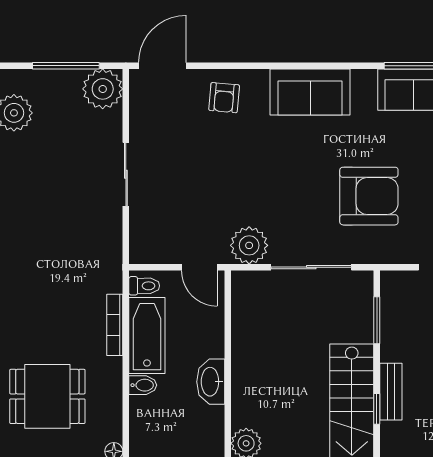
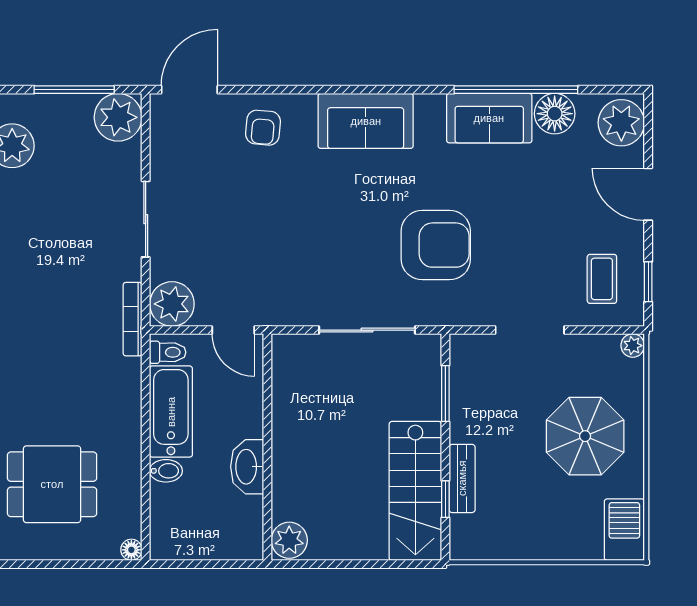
plant: (249, 245) -> (172, 304), moved
bookcase: (115, 325) -> (133, 319), moved

